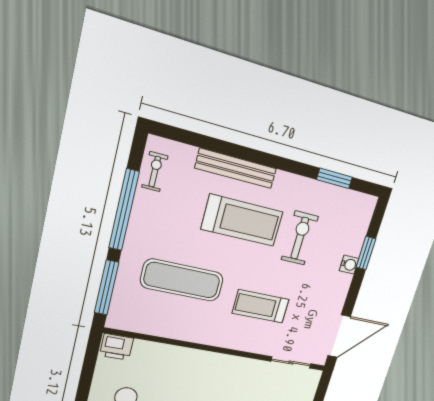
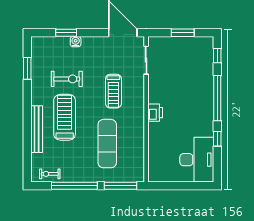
exercise bike: (300, 238) -> (67, 79), turned 180
printer: (117, 347) -> (155, 113), moved

